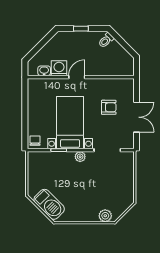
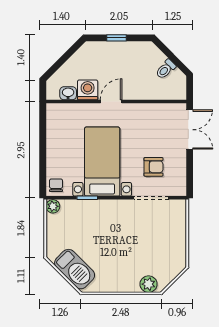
toilet: (106, 40) -> (166, 69), moved
armchair: (109, 107) -> (153, 167), moved
double door: (136, 117) -> (190, 130), moved
plant: (80, 157) -> (53, 206), moved

